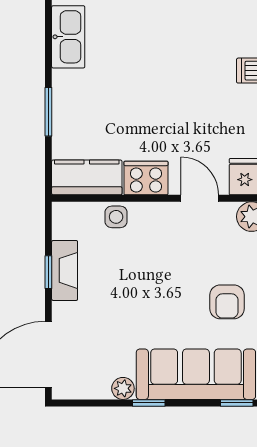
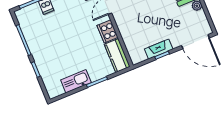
kitchen sink: (68, 37) -> (76, 81), moved
side table: (116, 217) -> (128, 37), removed

